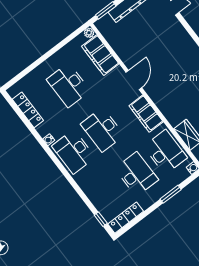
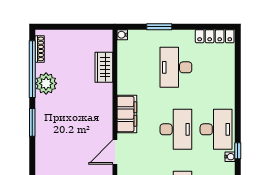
desk: (165, 152) -> (136, 67), removed
window: (101, 219) -> (238, 151), moved

